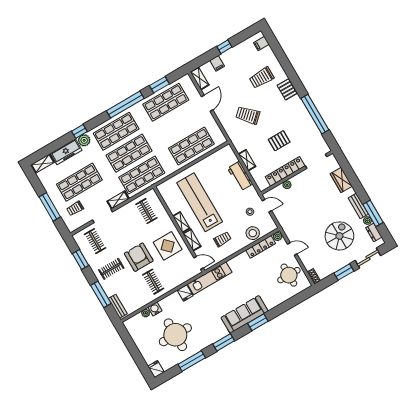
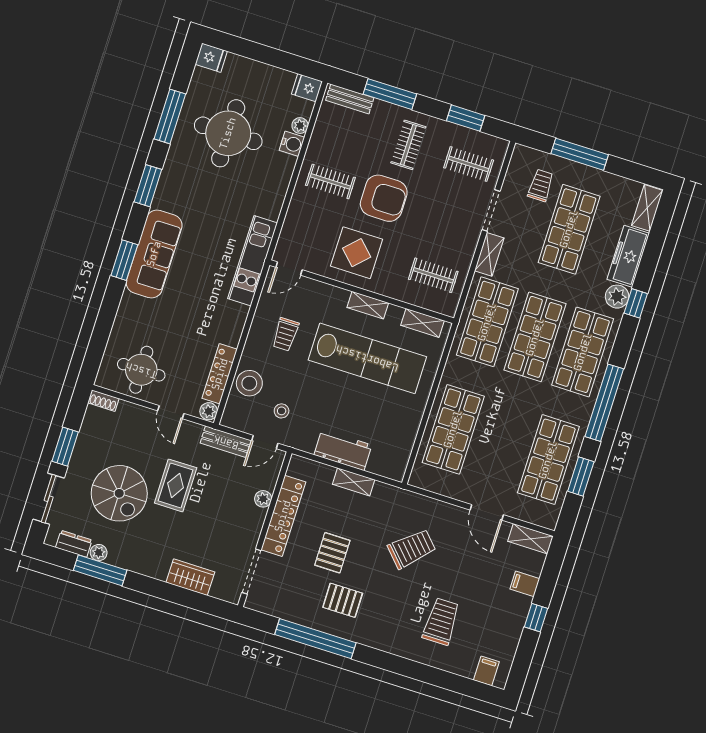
pallet: (287, 89) -> (343, 600), moved
bench: (358, 206) -> (226, 442), moved
rug: (315, 220) -> (176, 485), added
shelving: (192, 240) -> (422, 323), moved
door: (292, 249) -> (171, 412), hinge flipped
fridge: (185, 293) -> (307, 88), moved

